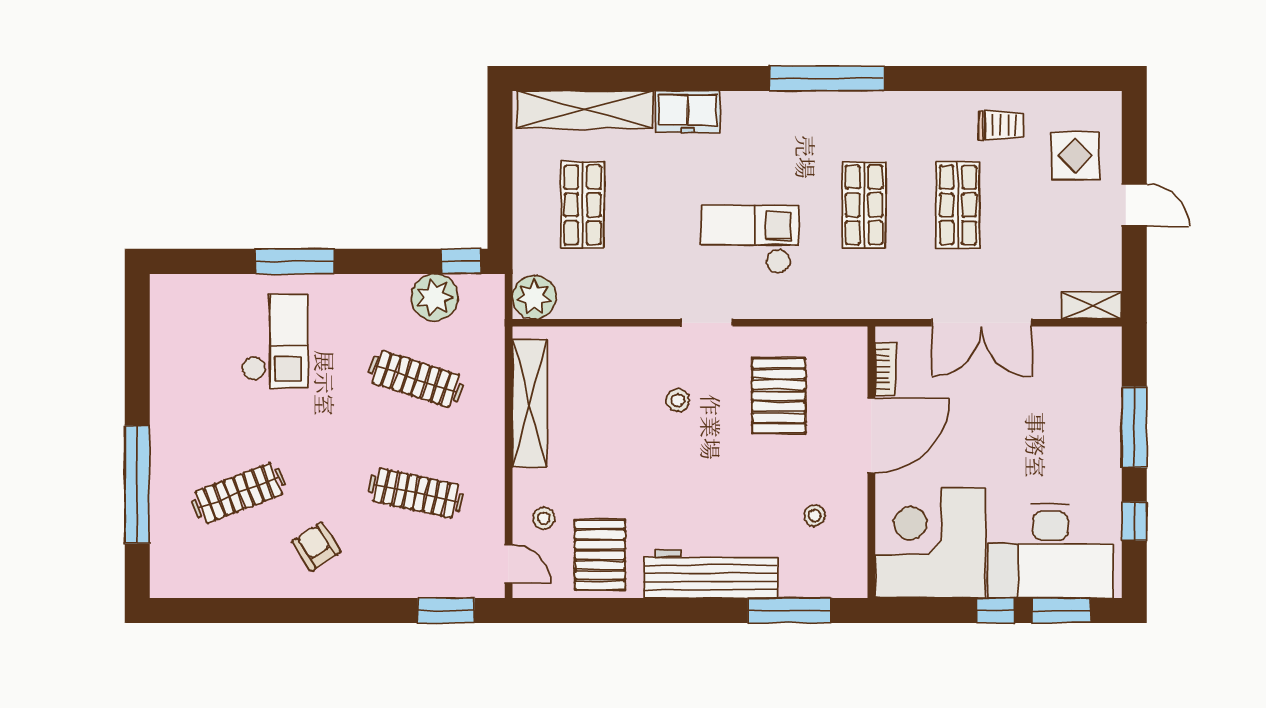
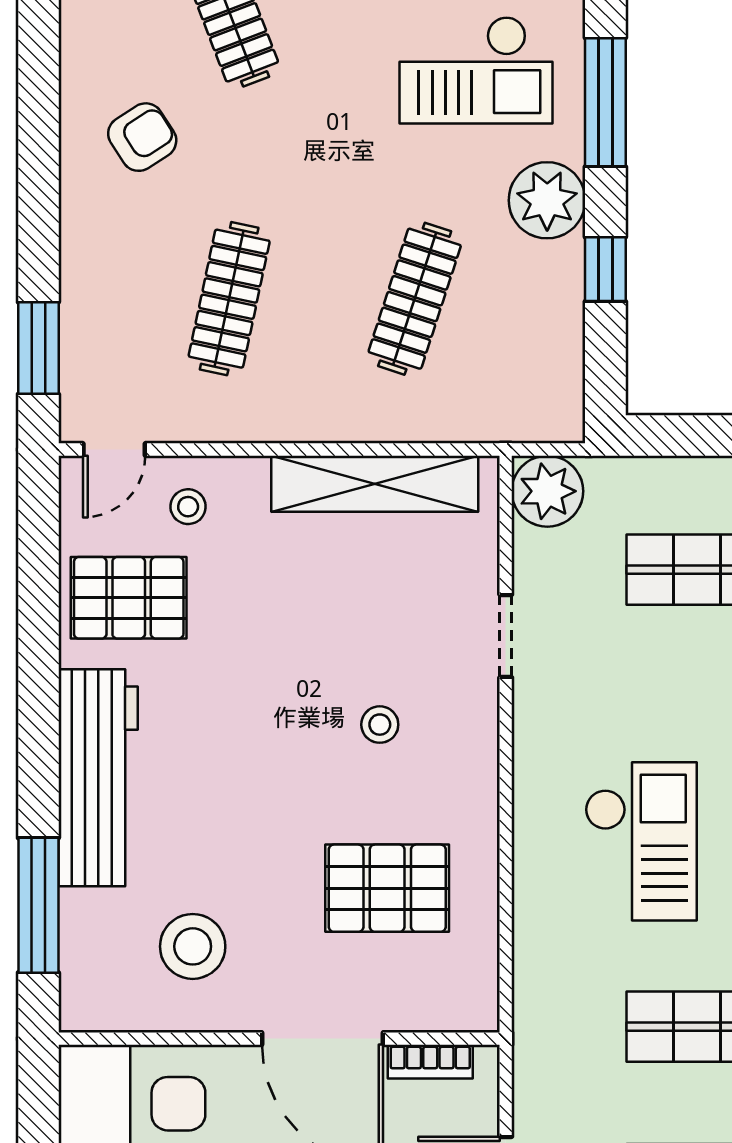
window: (461, 261) -> (605, 269), moved
plant: (435, 297) -> (547, 200), moved
doorway: (707, 323) -> (506, 636), moved
stool: (815, 515) -> (193, 946), width x1.89, depth x1.89

